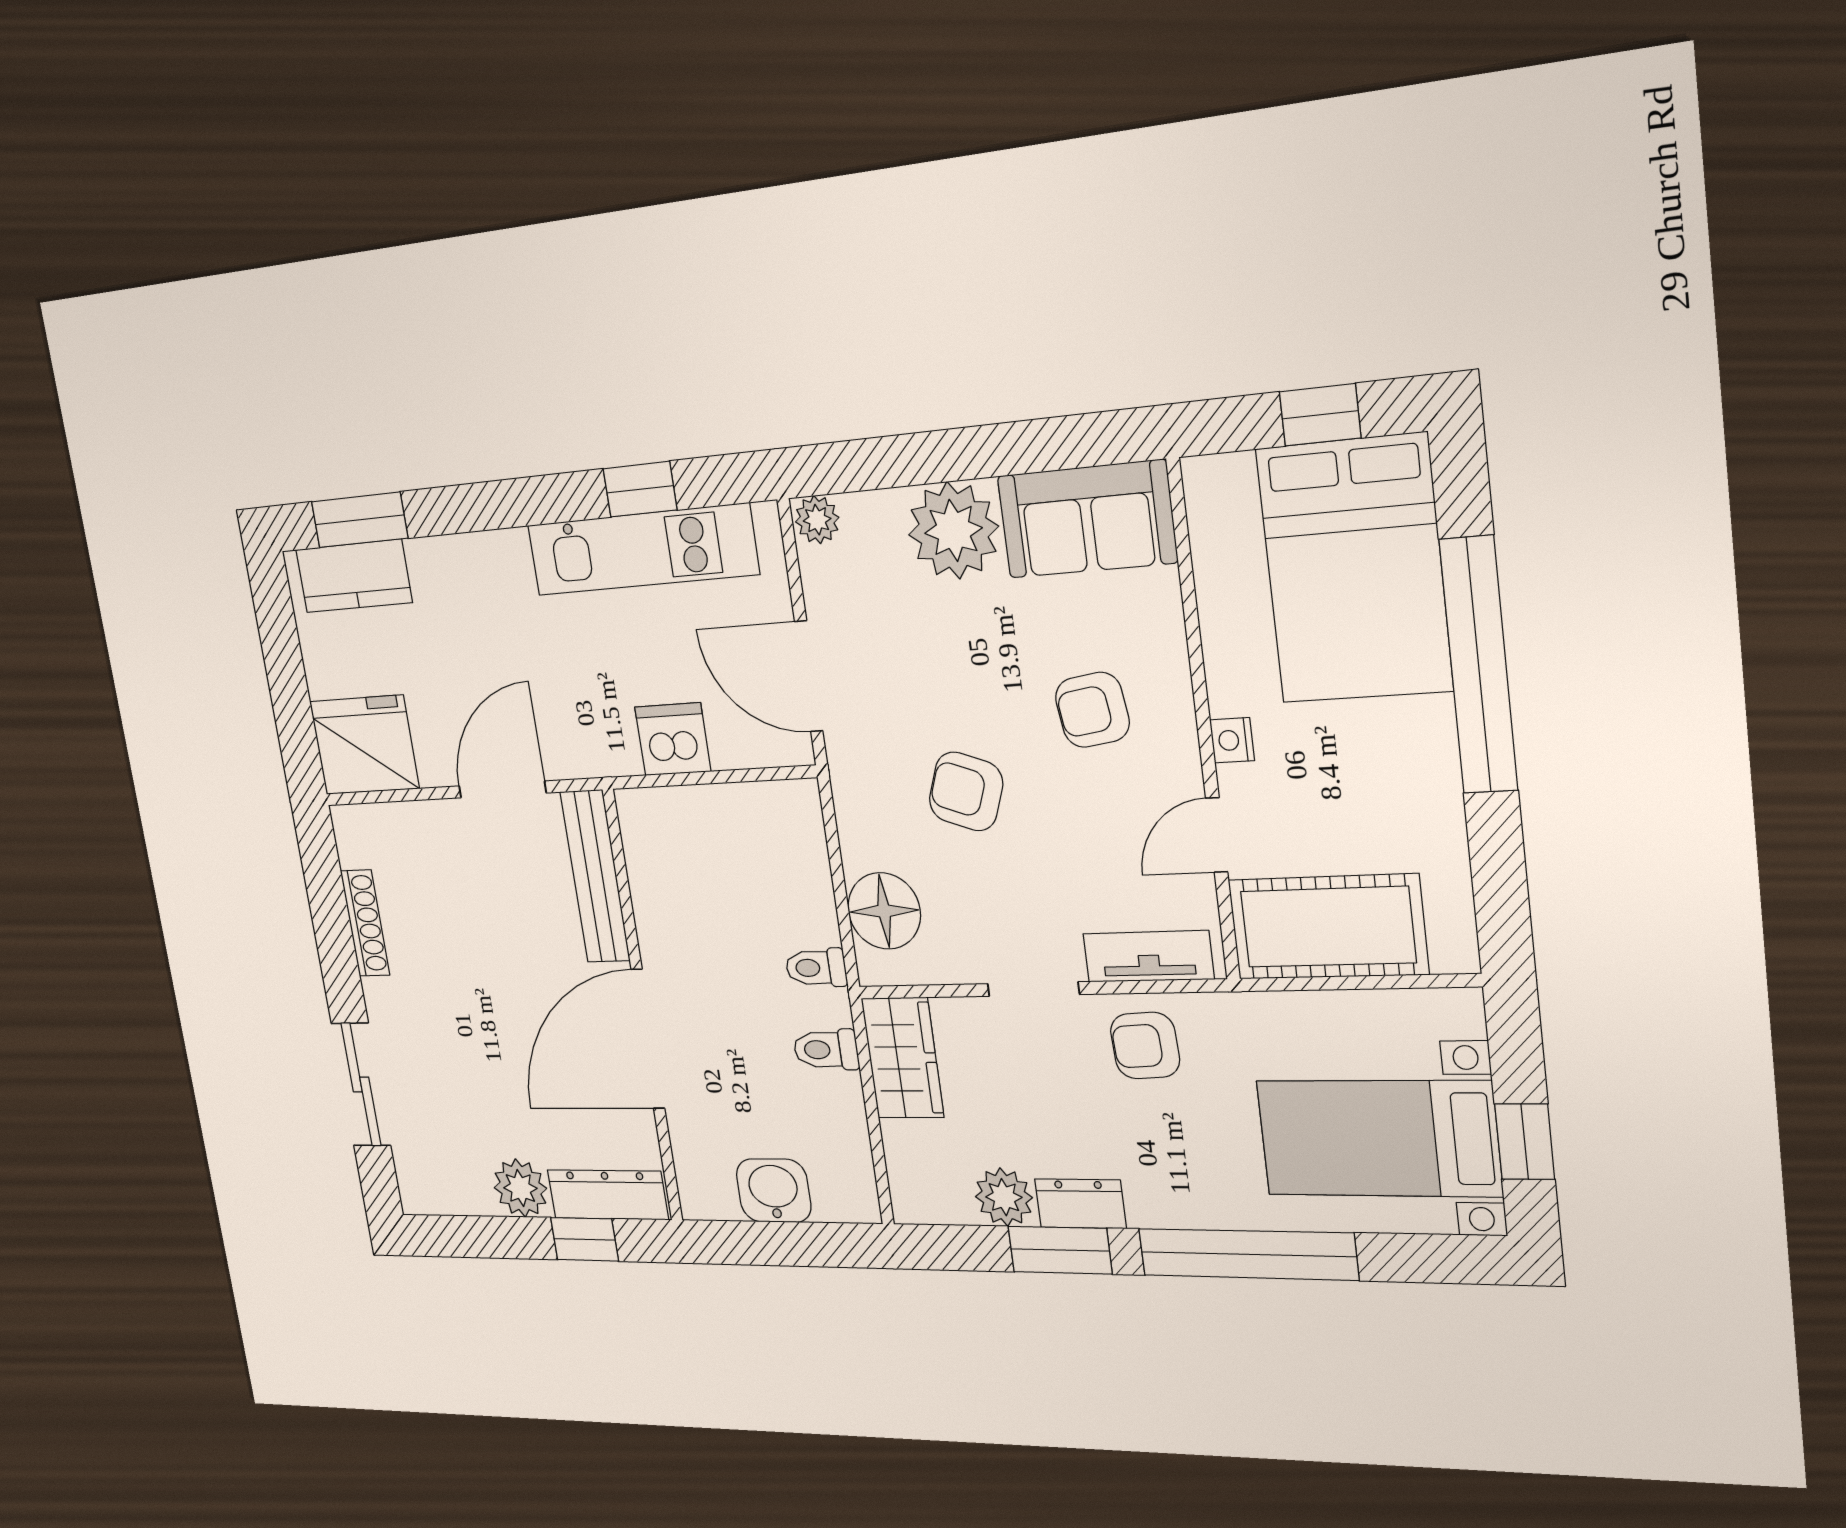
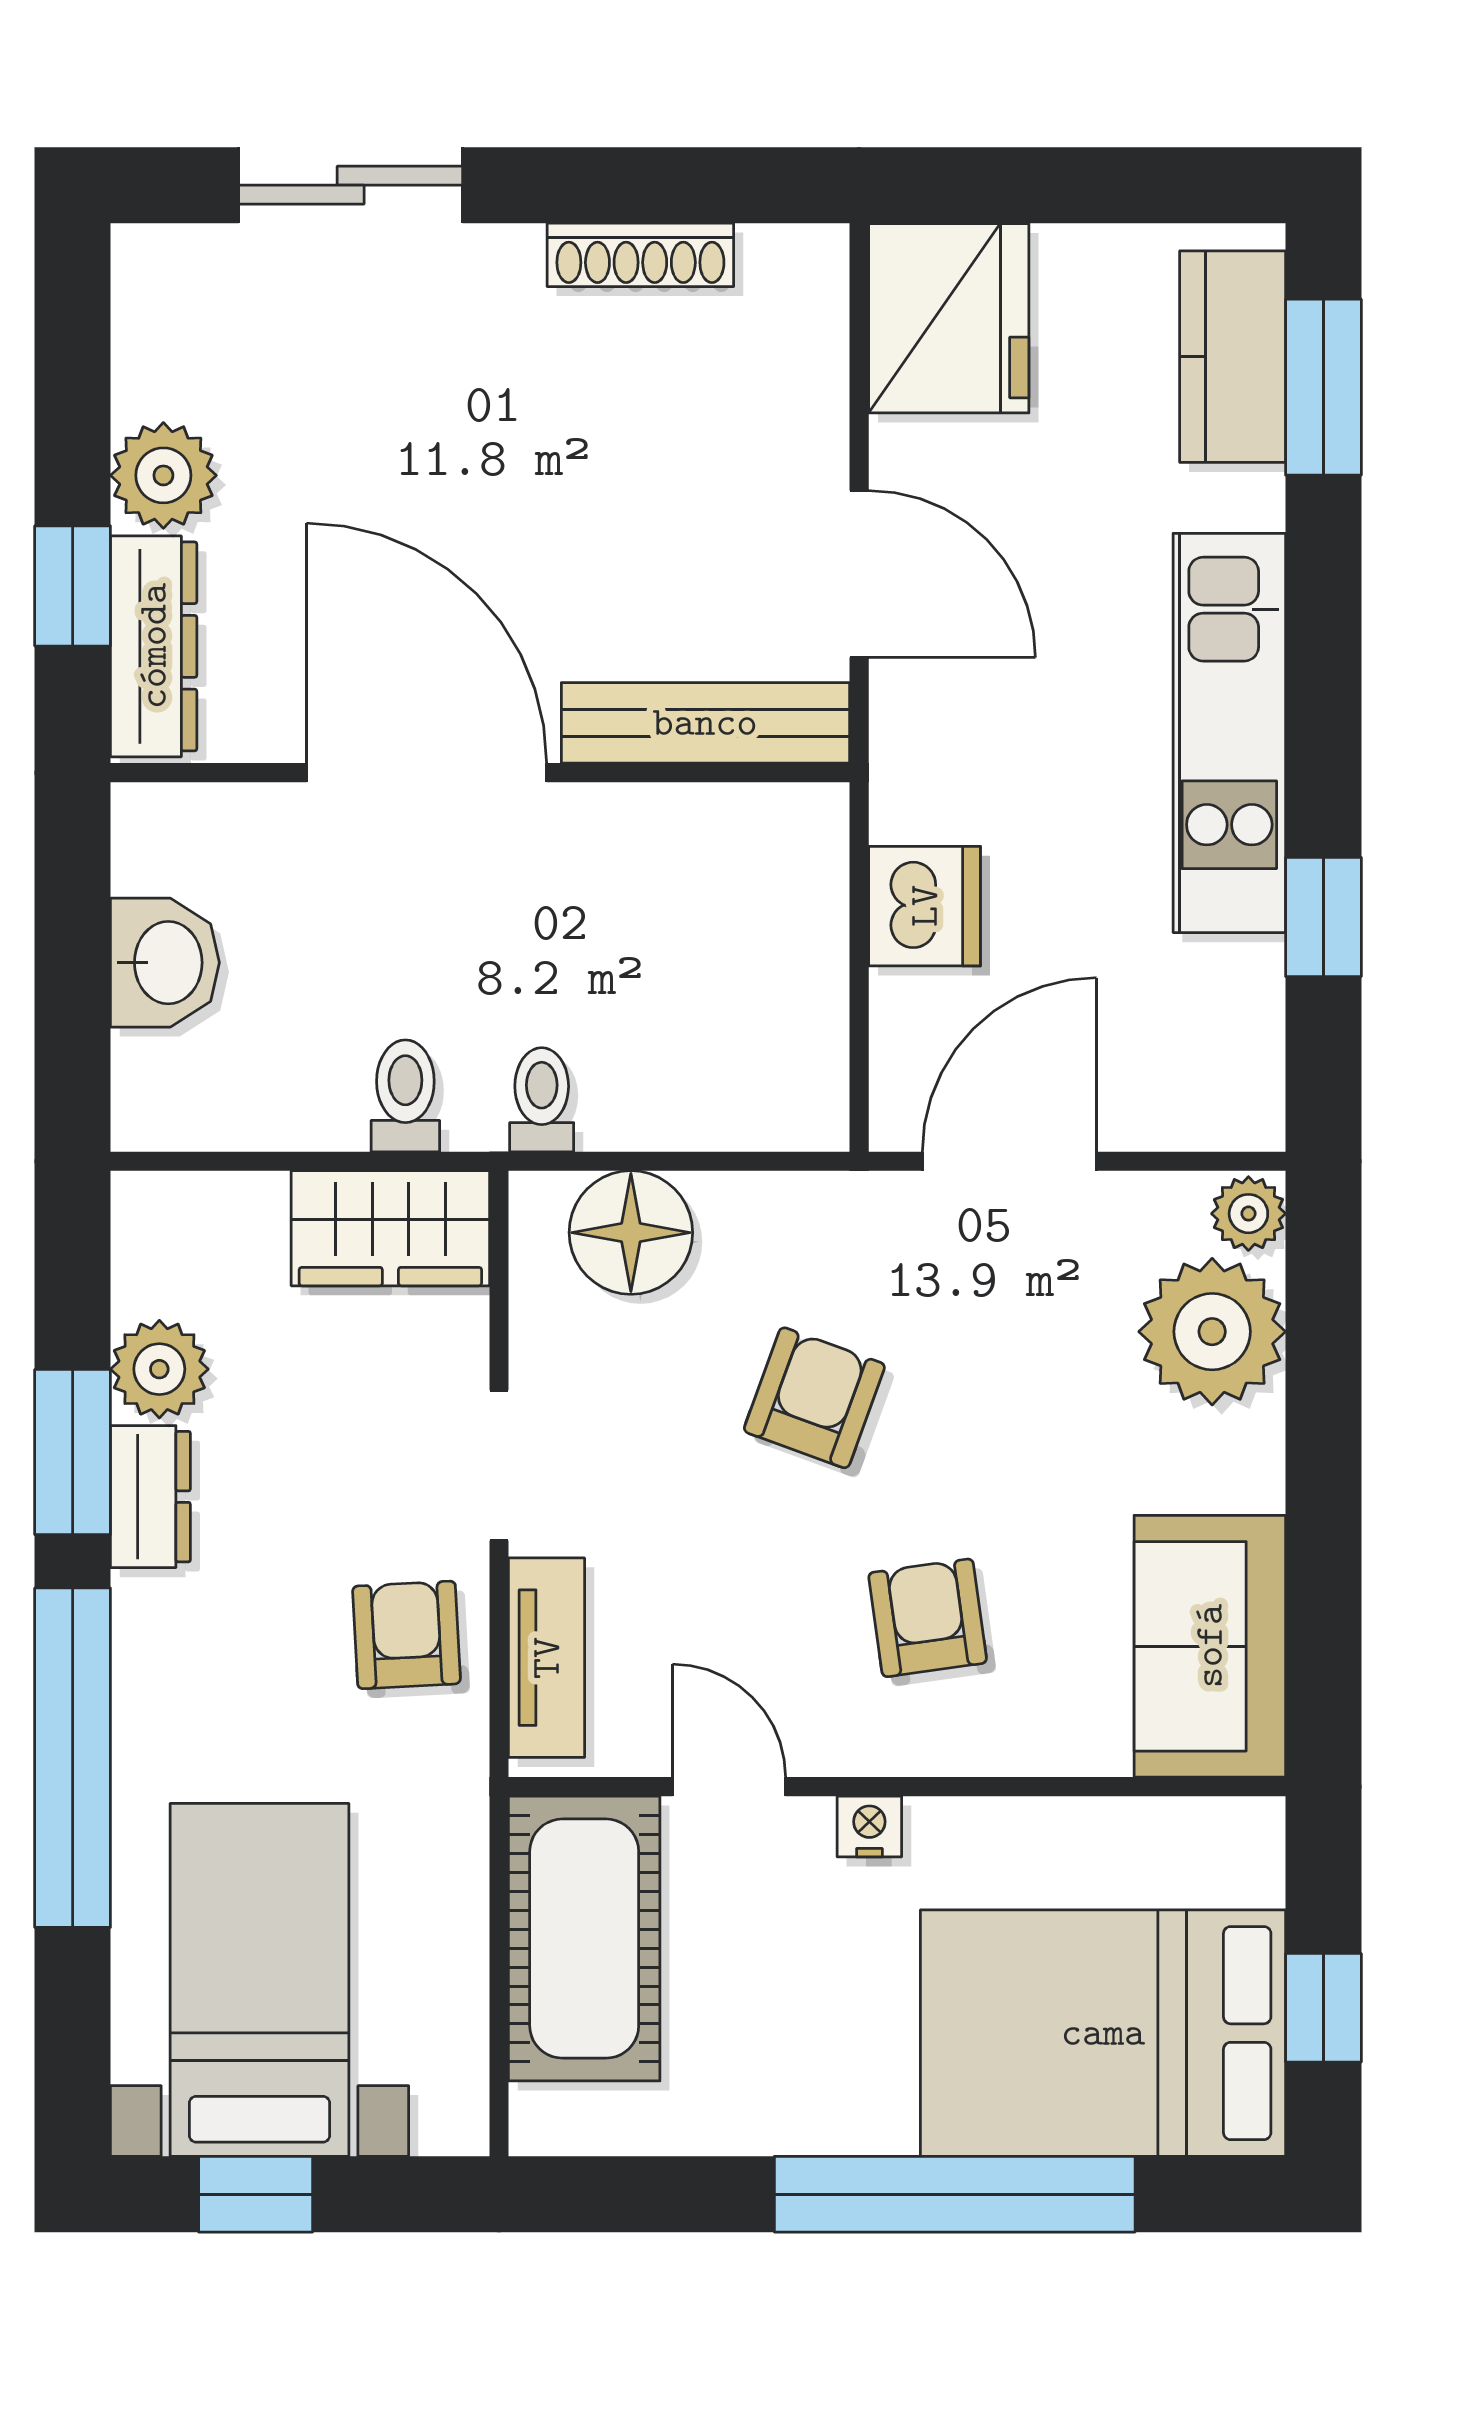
plant: (953, 531) -> (1212, 1332), moved
kitchen unit: (642, 550) -> (1229, 733), moved

